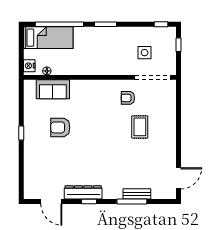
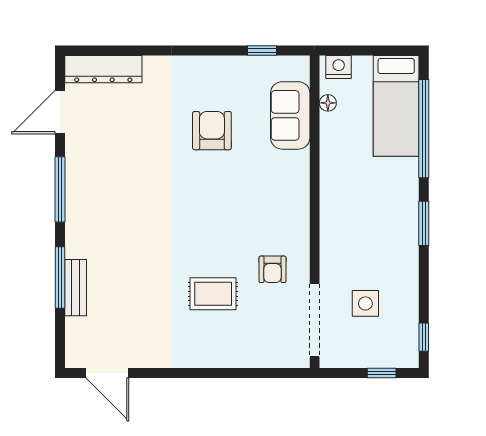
armchair: (128, 98) -> (272, 269), turned 180
window: (21, 133) -> (262, 50), moved
dresser: (83, 192) -> (103, 69), moved, turned 90
window: (89, 201) -> (60, 189), width x2.17

